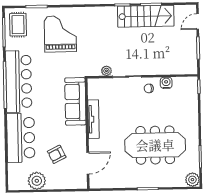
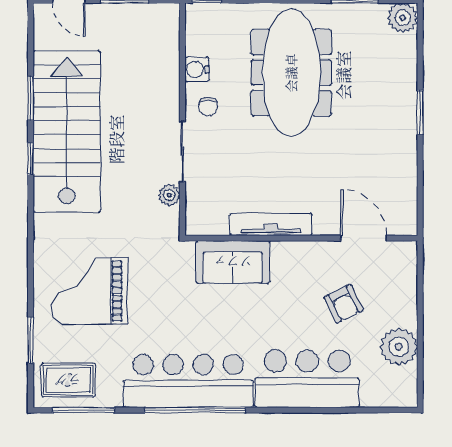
stairs: (146, 16) -> (67, 131), width x1.36, depth x1.51
sofa: (75, 101) -> (233, 262), width x0.73
meeting table: (155, 145) -> (291, 73), moved

